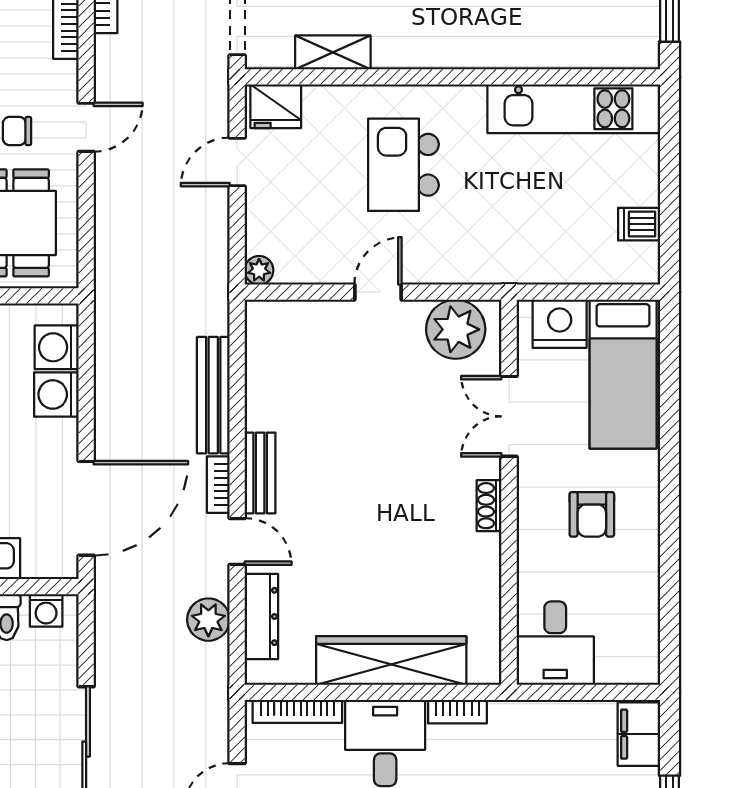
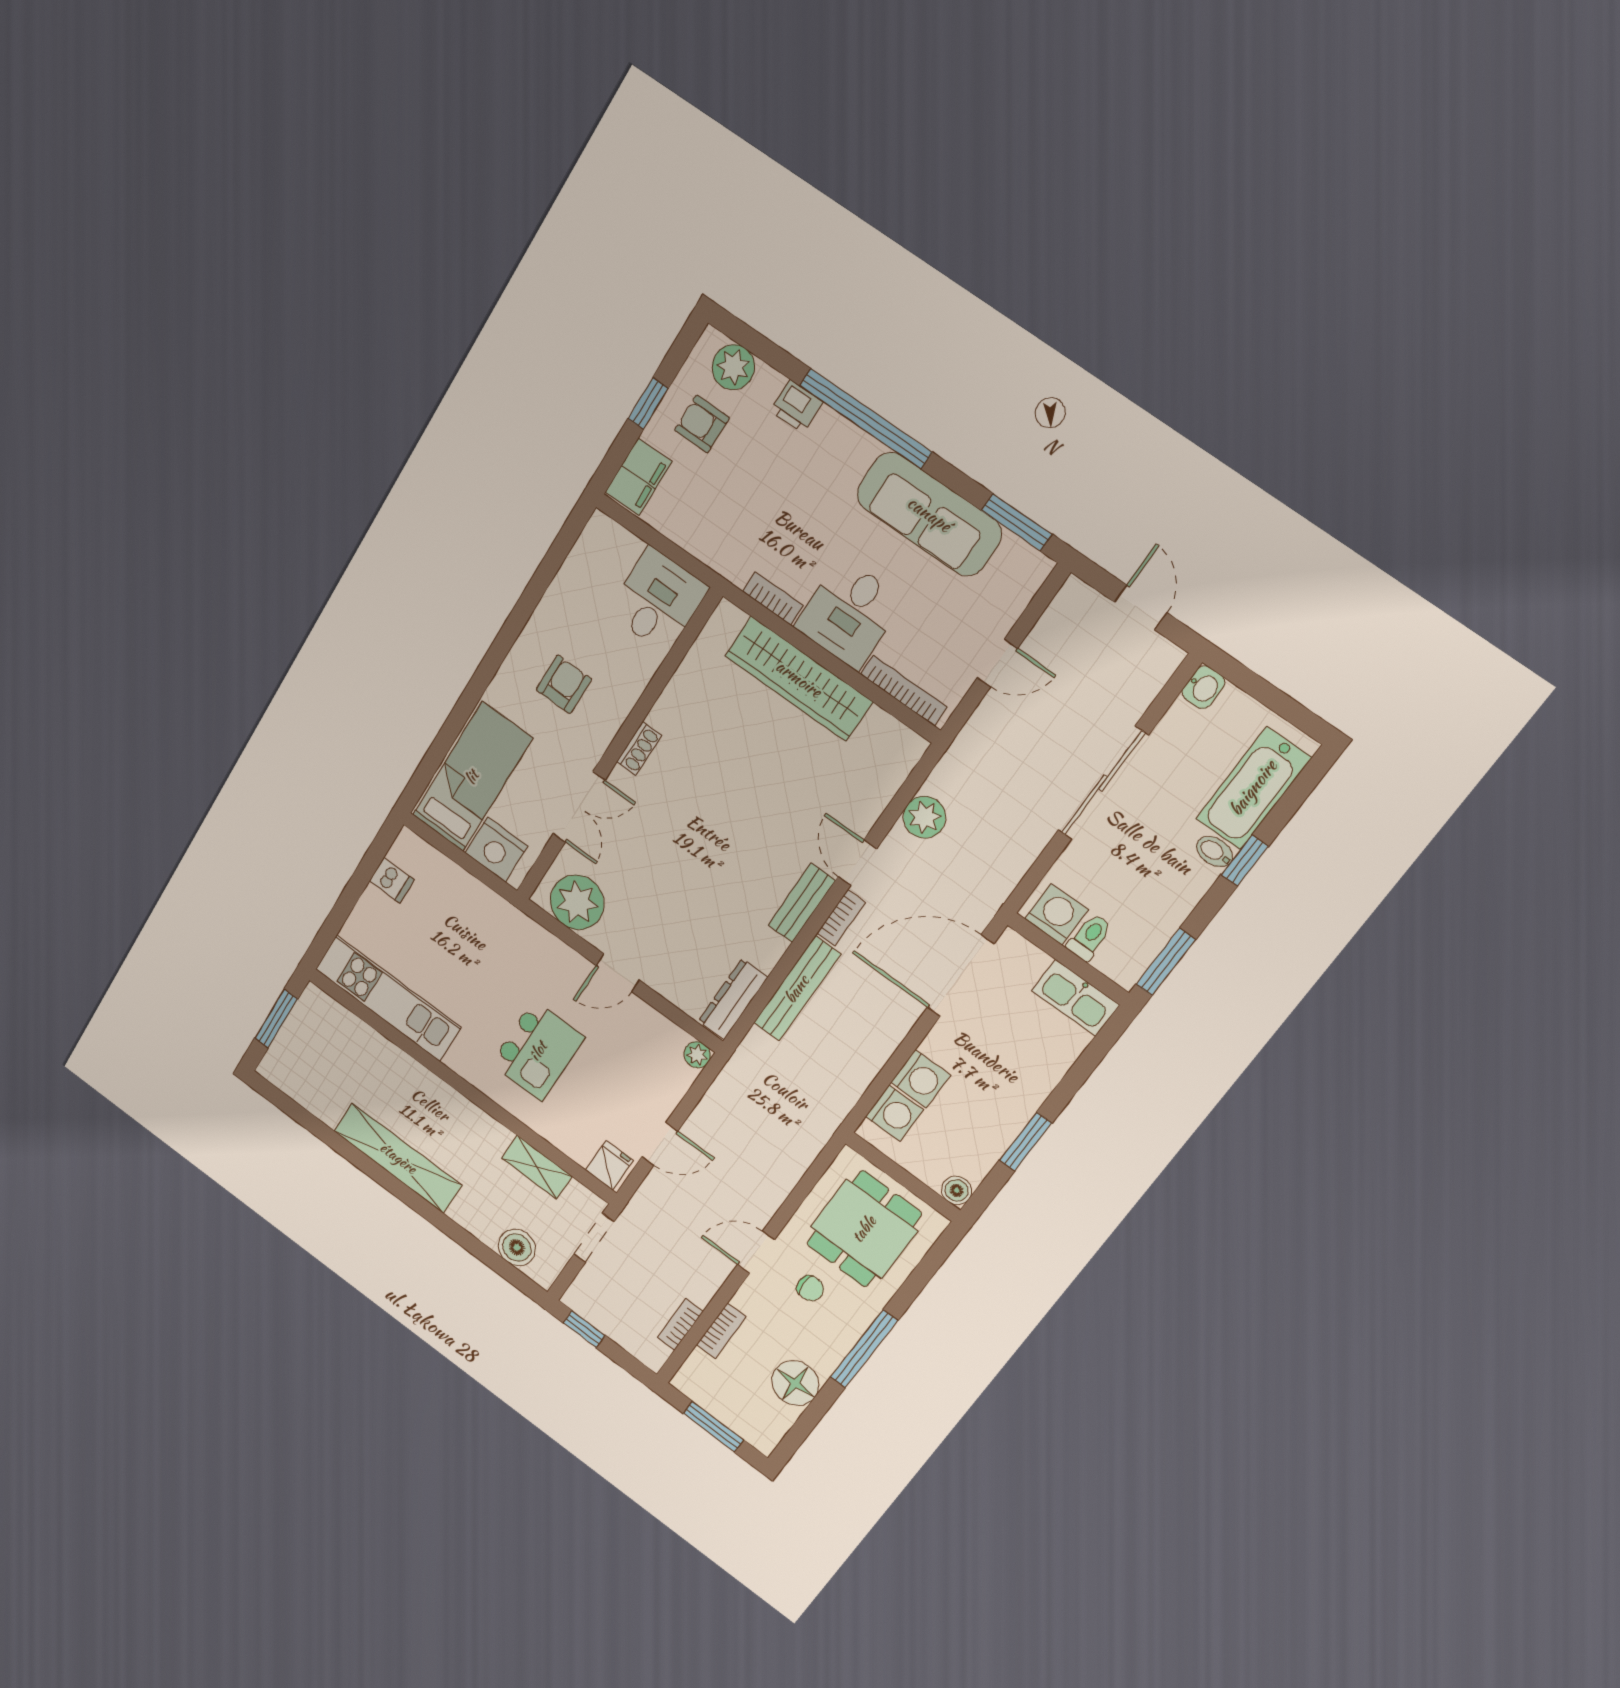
fridge: (276, 106) -> (609, 1165), width x0.72
washing machine: (46, 610) -> (1056, 914), width x1.38, depth x1.38
dresser: (261, 616) -> (733, 999), moved

